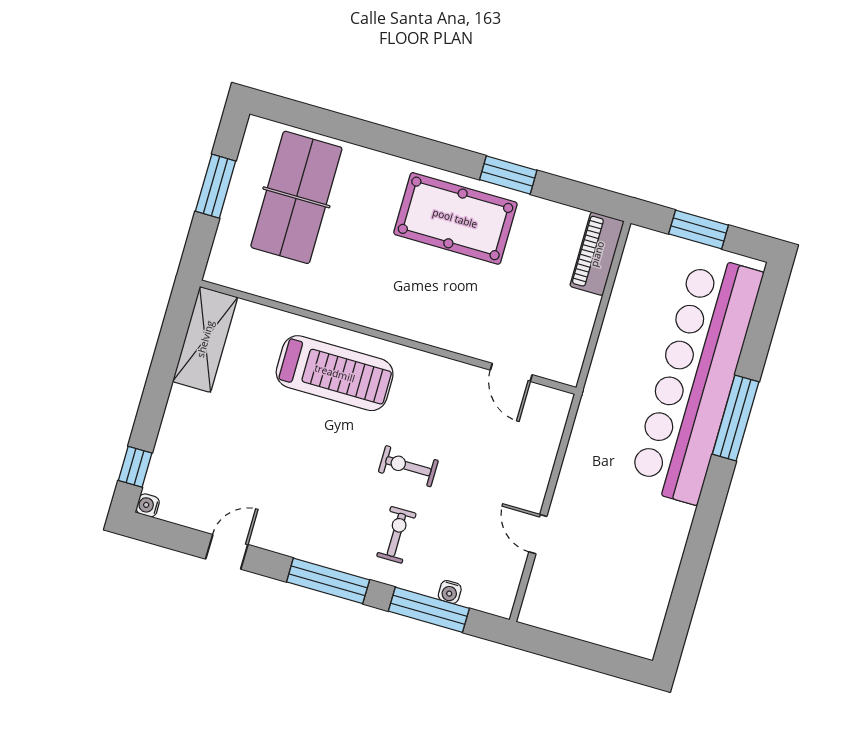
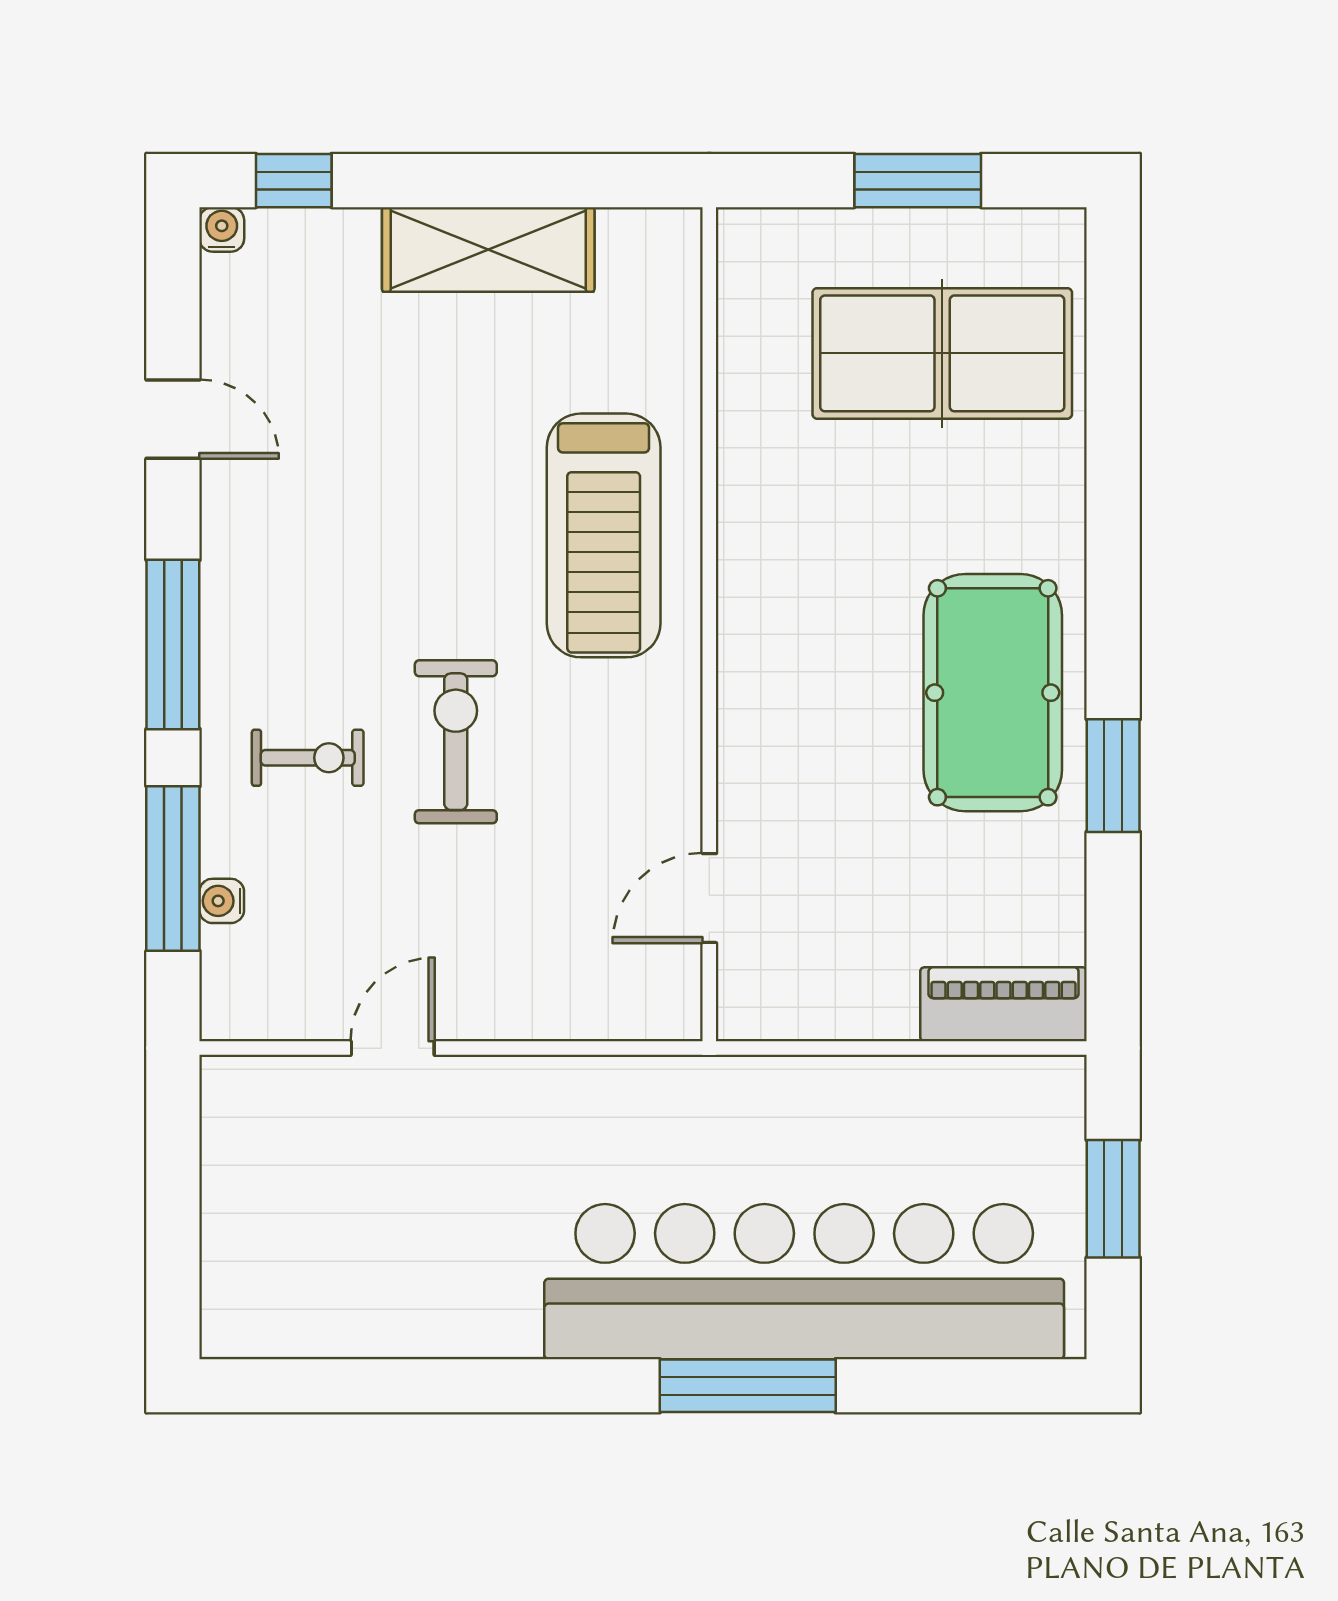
shelving: (205, 339) -> (488, 249), moved
exercise bike: (408, 466) -> (456, 742), width x1.38, depth x1.39

